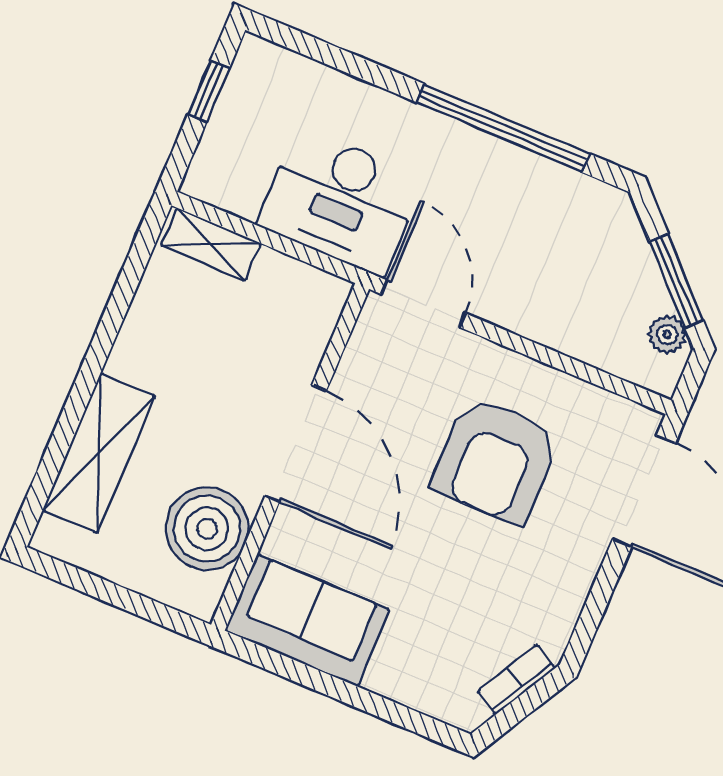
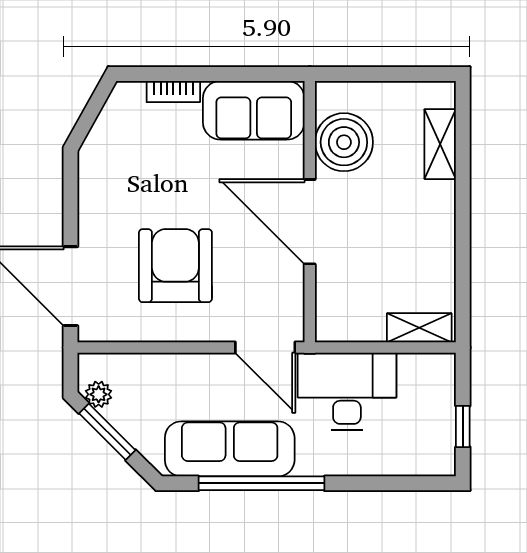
sofa: (526, 191) -> (230, 449), added
shelving: (99, 453) -> (440, 144), width x0.67, depth x0.75
bookcase: (517, 679) -> (173, 92), moved, turned 61

